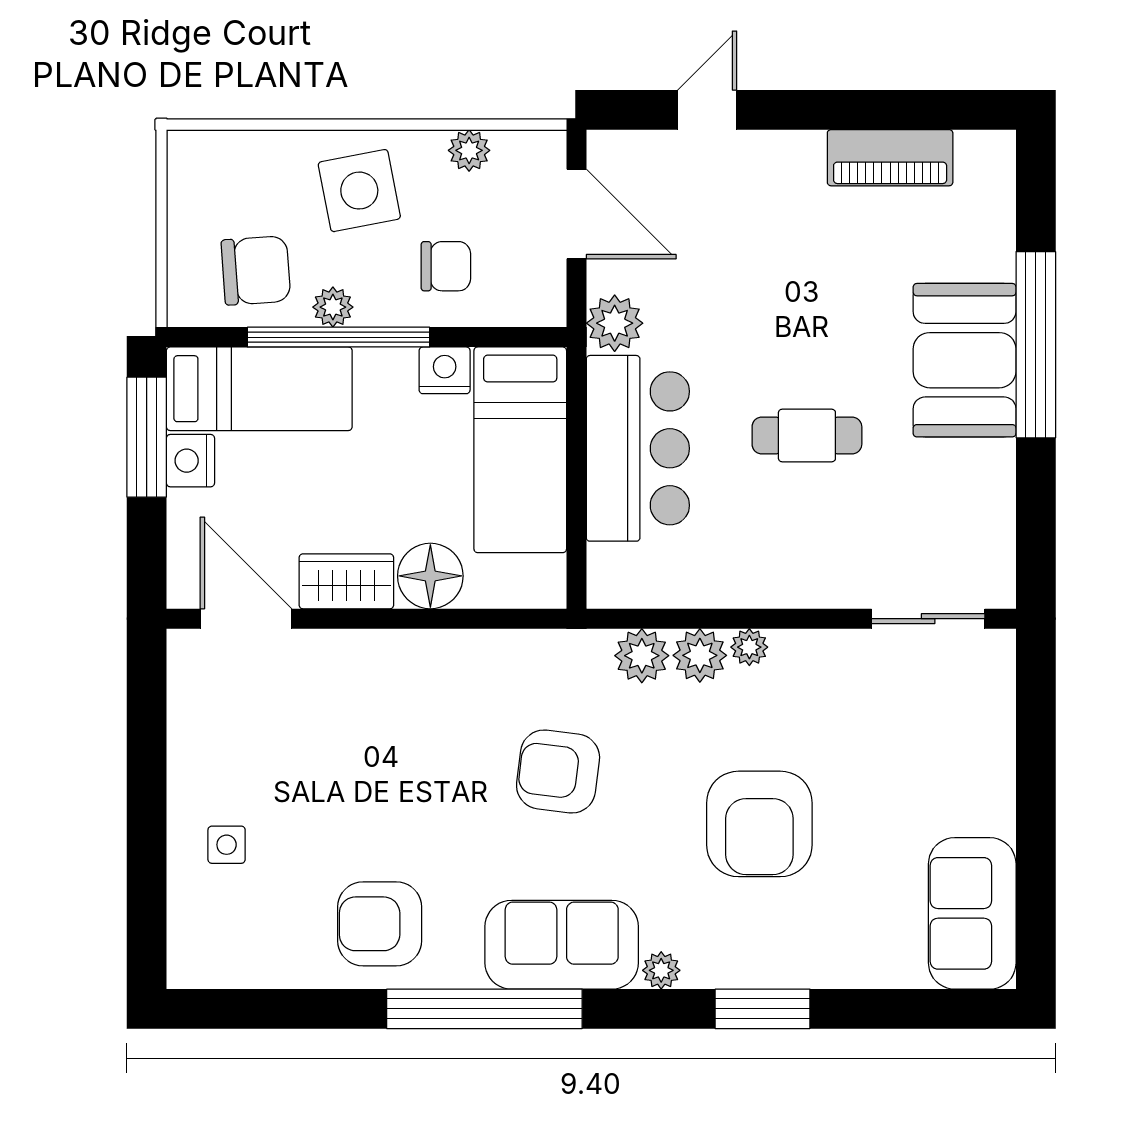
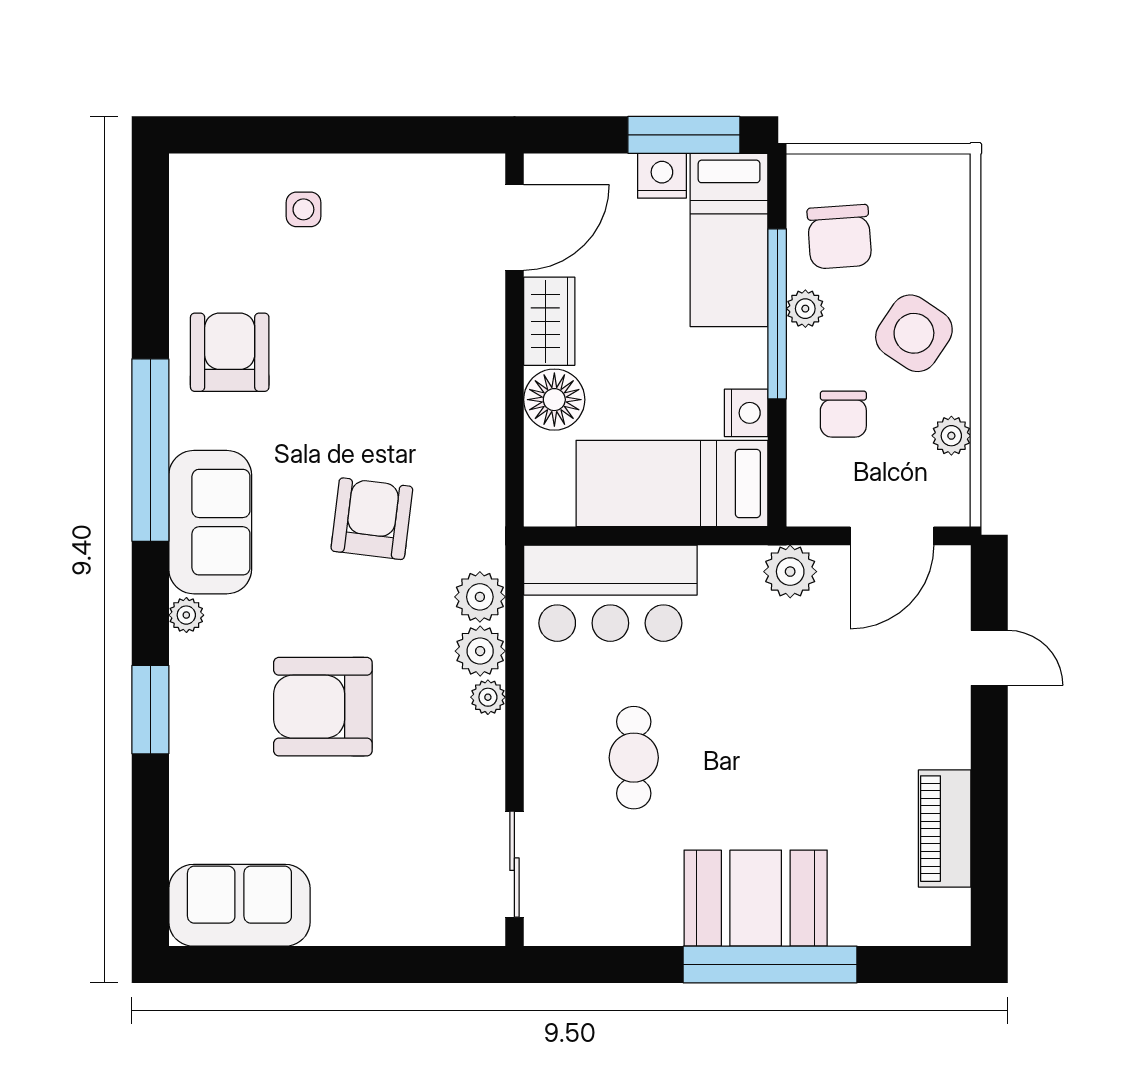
side table: (359, 191) -> (914, 333), turned 45
cafe table: (807, 436) -> (634, 758), moved
bar counter: (638, 448) -> (610, 593), moved

